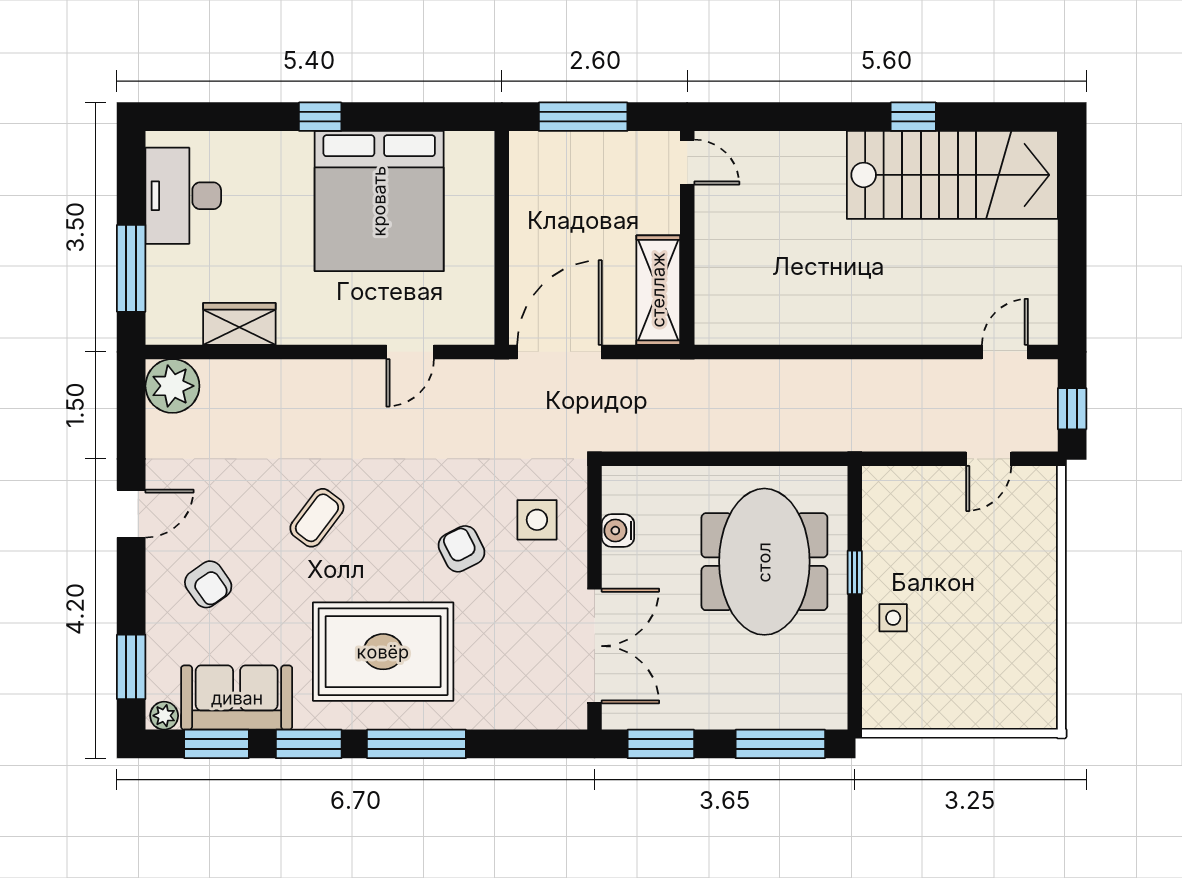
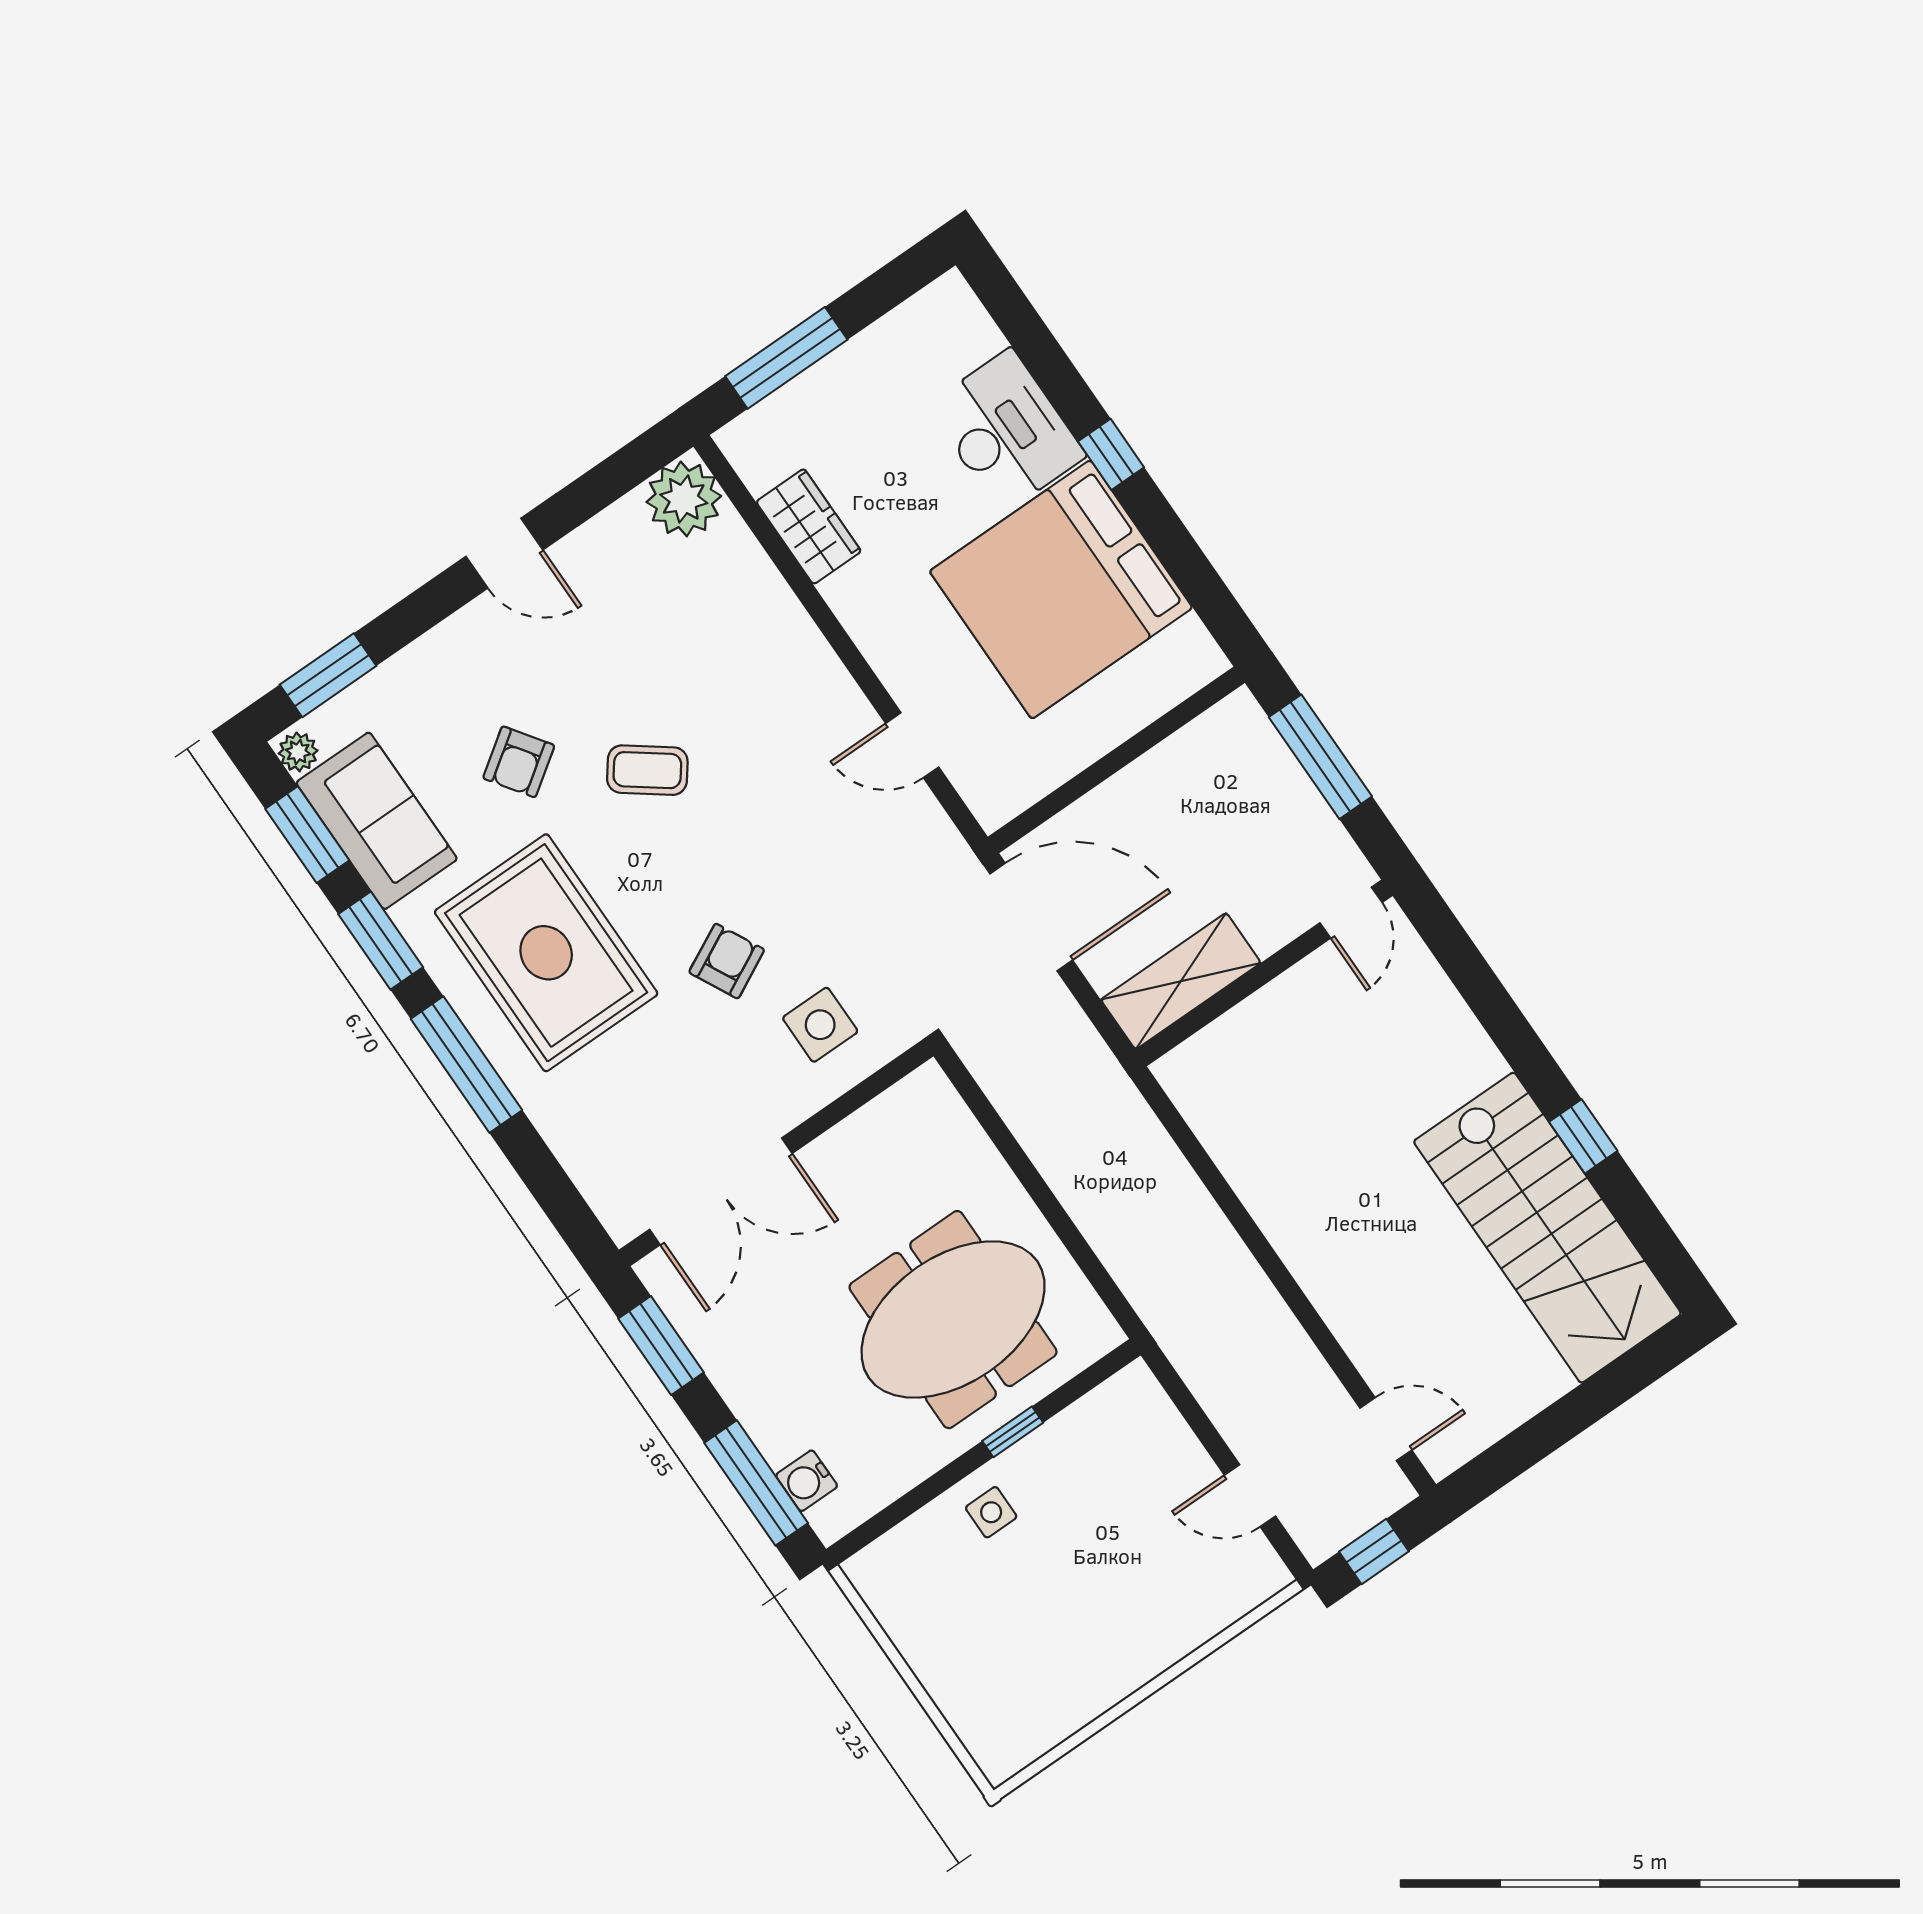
desk: (183, 196) -> (1006, 431), moved, turned 90
water cooler: (618, 531) -> (807, 1481), moved, turned -90
armchair: (208, 584) -> (519, 762), moved

